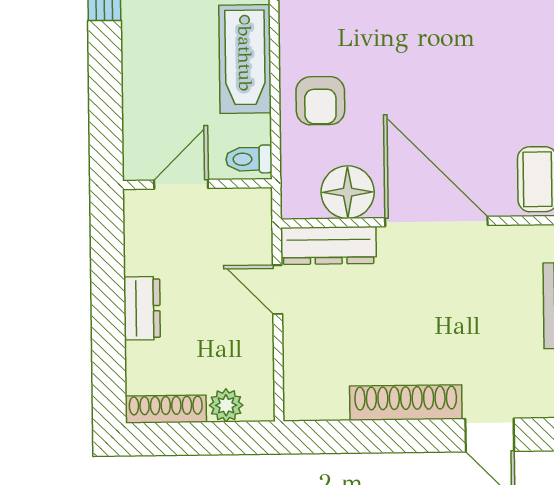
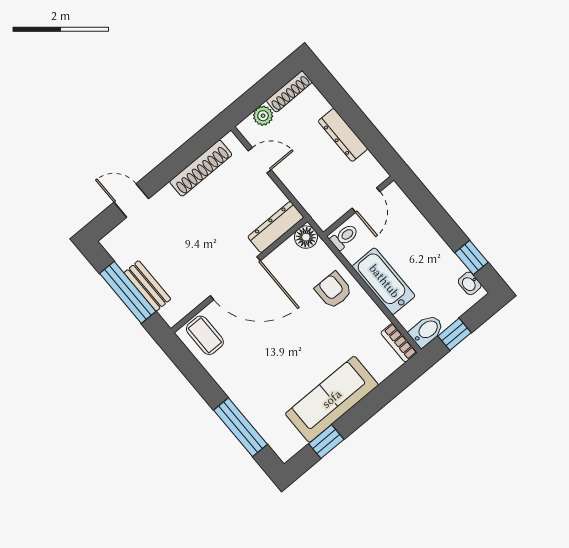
floor lamp: (348, 192) -> (306, 237), moved, width x0.73, depth x0.73
door: (277, 290) -> (260, 160), moved
dresser: (142, 308) -> (343, 135), width x1.44
shoe rack: (406, 403) -> (201, 168), moved

